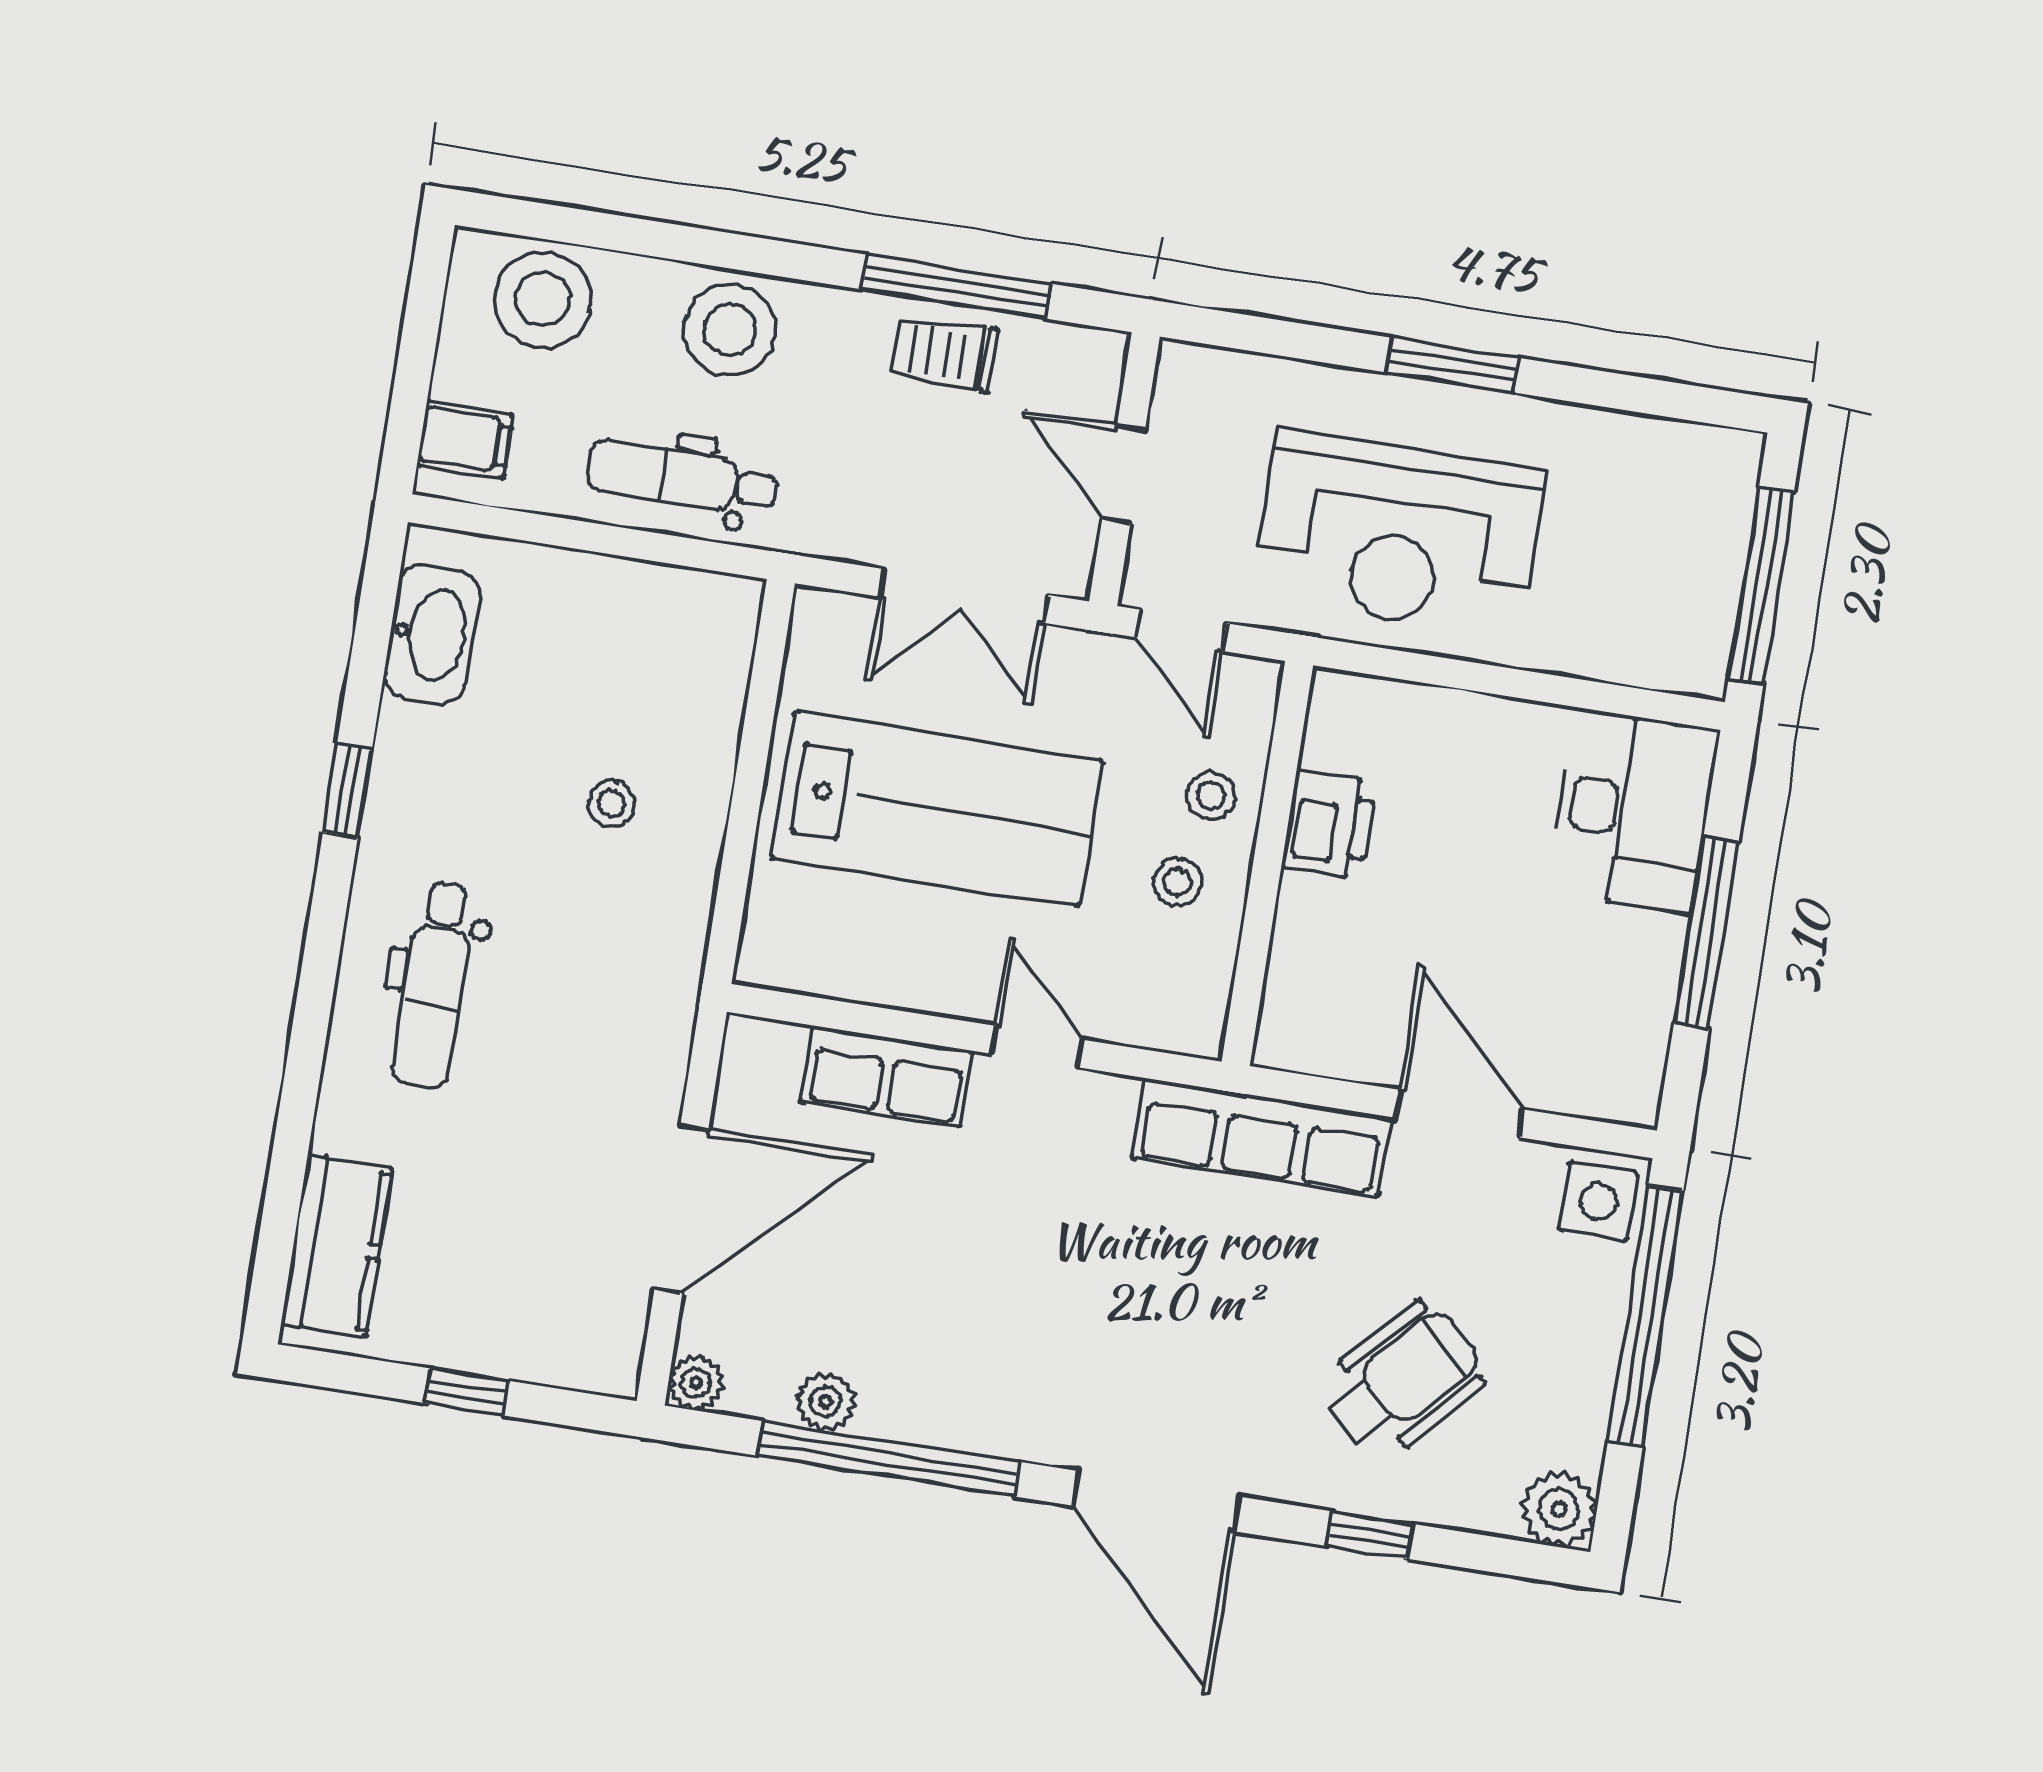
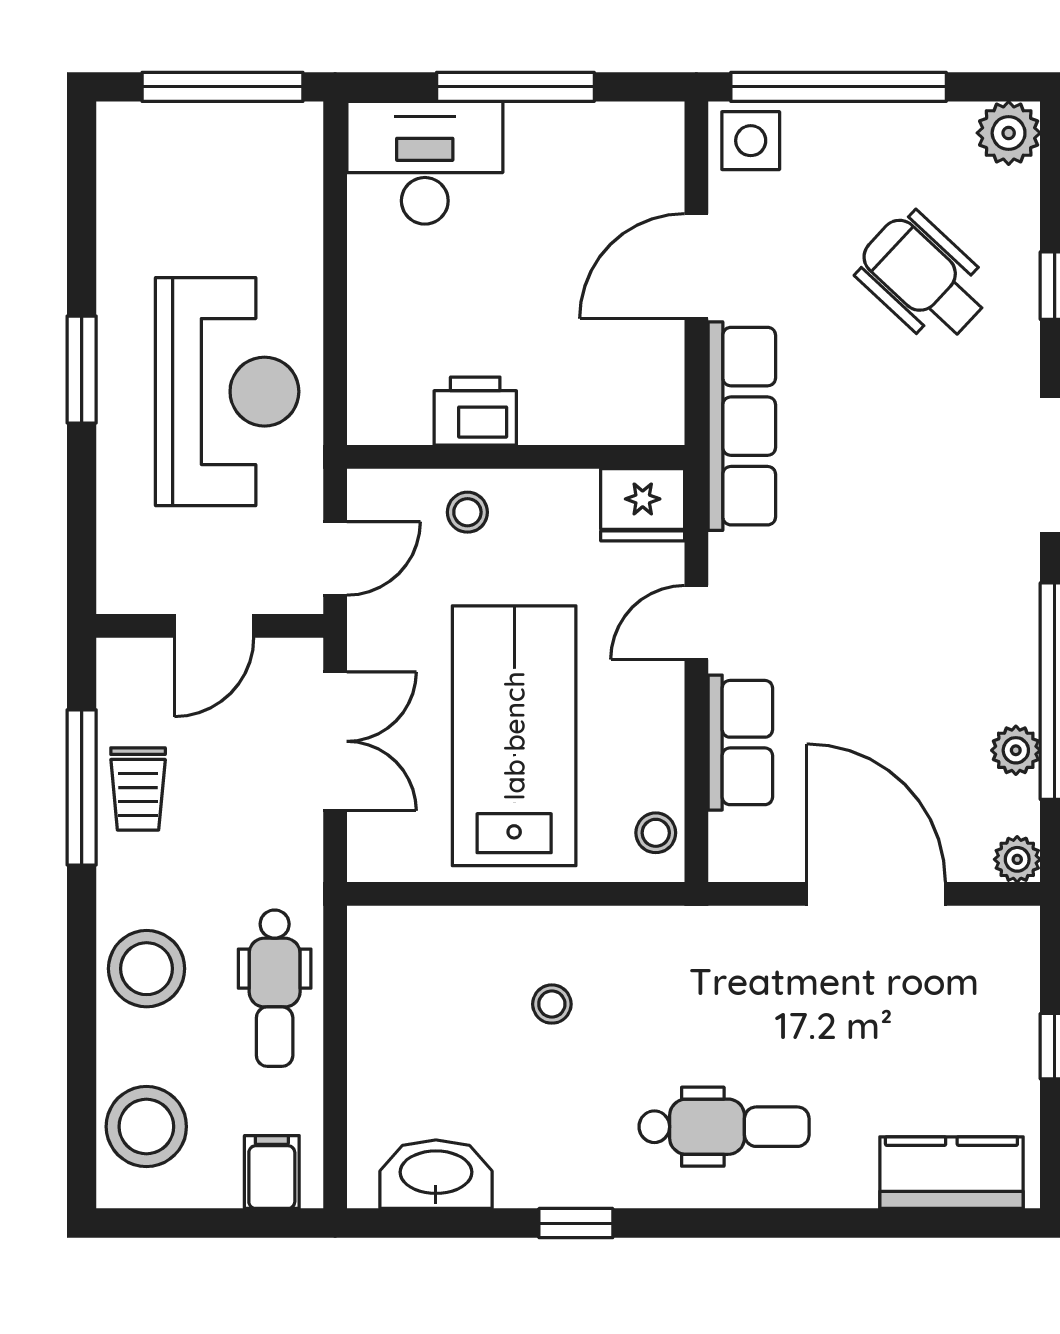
stool: (1177, 882) -> (656, 833), moved
fridge: (1187, 1005) -> (643, 505), added

